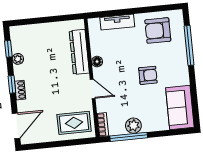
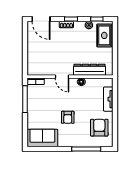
door: (93, 89) -> (62, 77), hinge flipped
rug: (74, 123) -> (104, 35), moved
plant: (133, 126) -> (33, 103), removed

